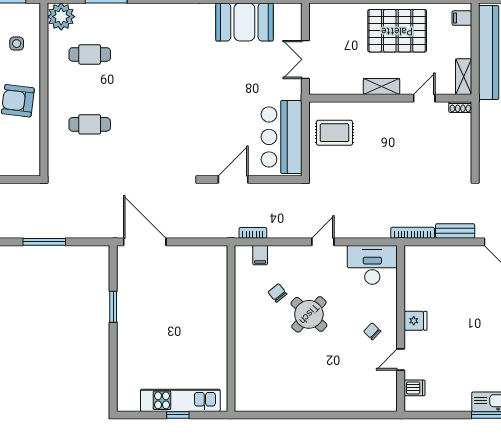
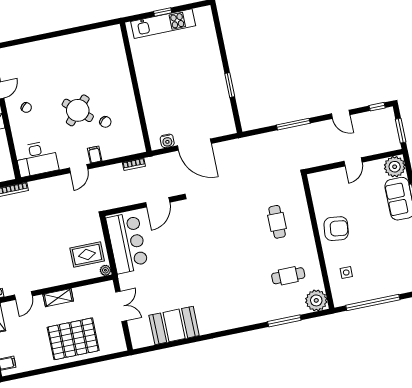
pallet: (397, 31) -> (73, 339), moved
plant: (316, 108) -> (105, 270), added
cafe table: (90, 124) -> (277, 222), turned 90
door: (145, 242) -> (194, 145), moved
water cooler: (205, 253) -> (167, 141), added
filing cabinet: (260, 255) -> (95, 155), moved

